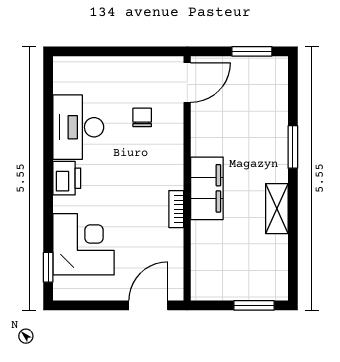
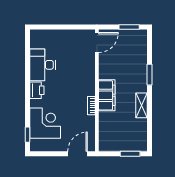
chair: (142, 117) -> (74, 60), removed

